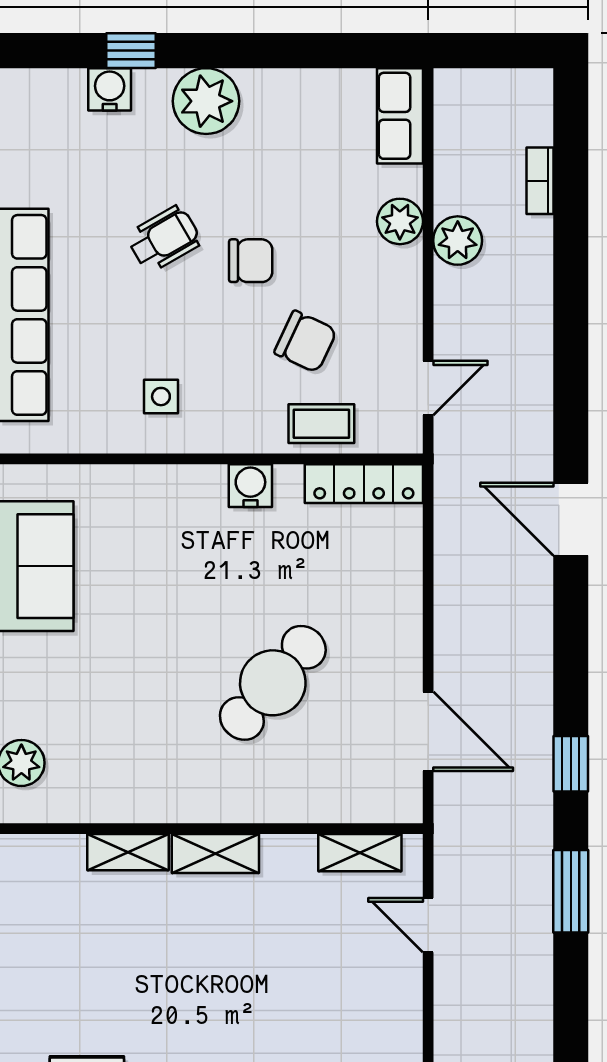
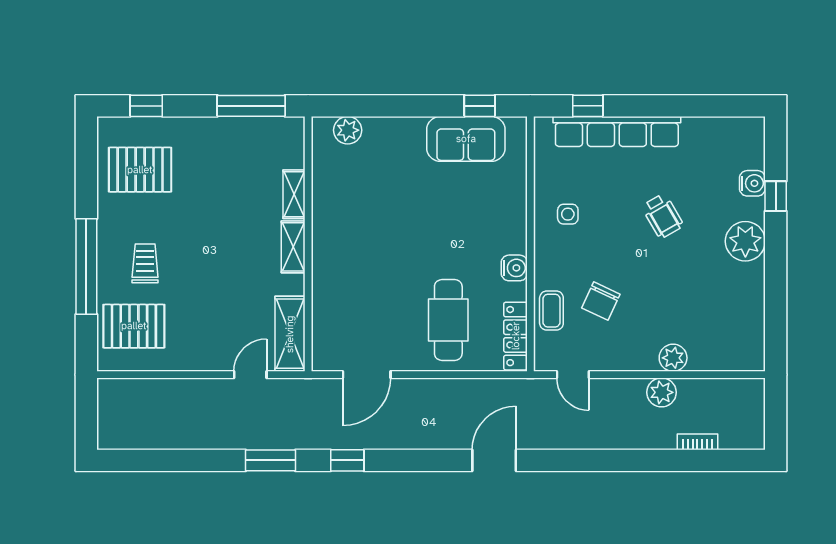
row of seats: (400, 116) -> (736, 358), removed
chair: (251, 261) -> (649, 268), removed
cafe table: (273, 683) -> (448, 320), moved, turned 49
shelving: (360, 853) -> (290, 334), width x1.50, depth x1.33

